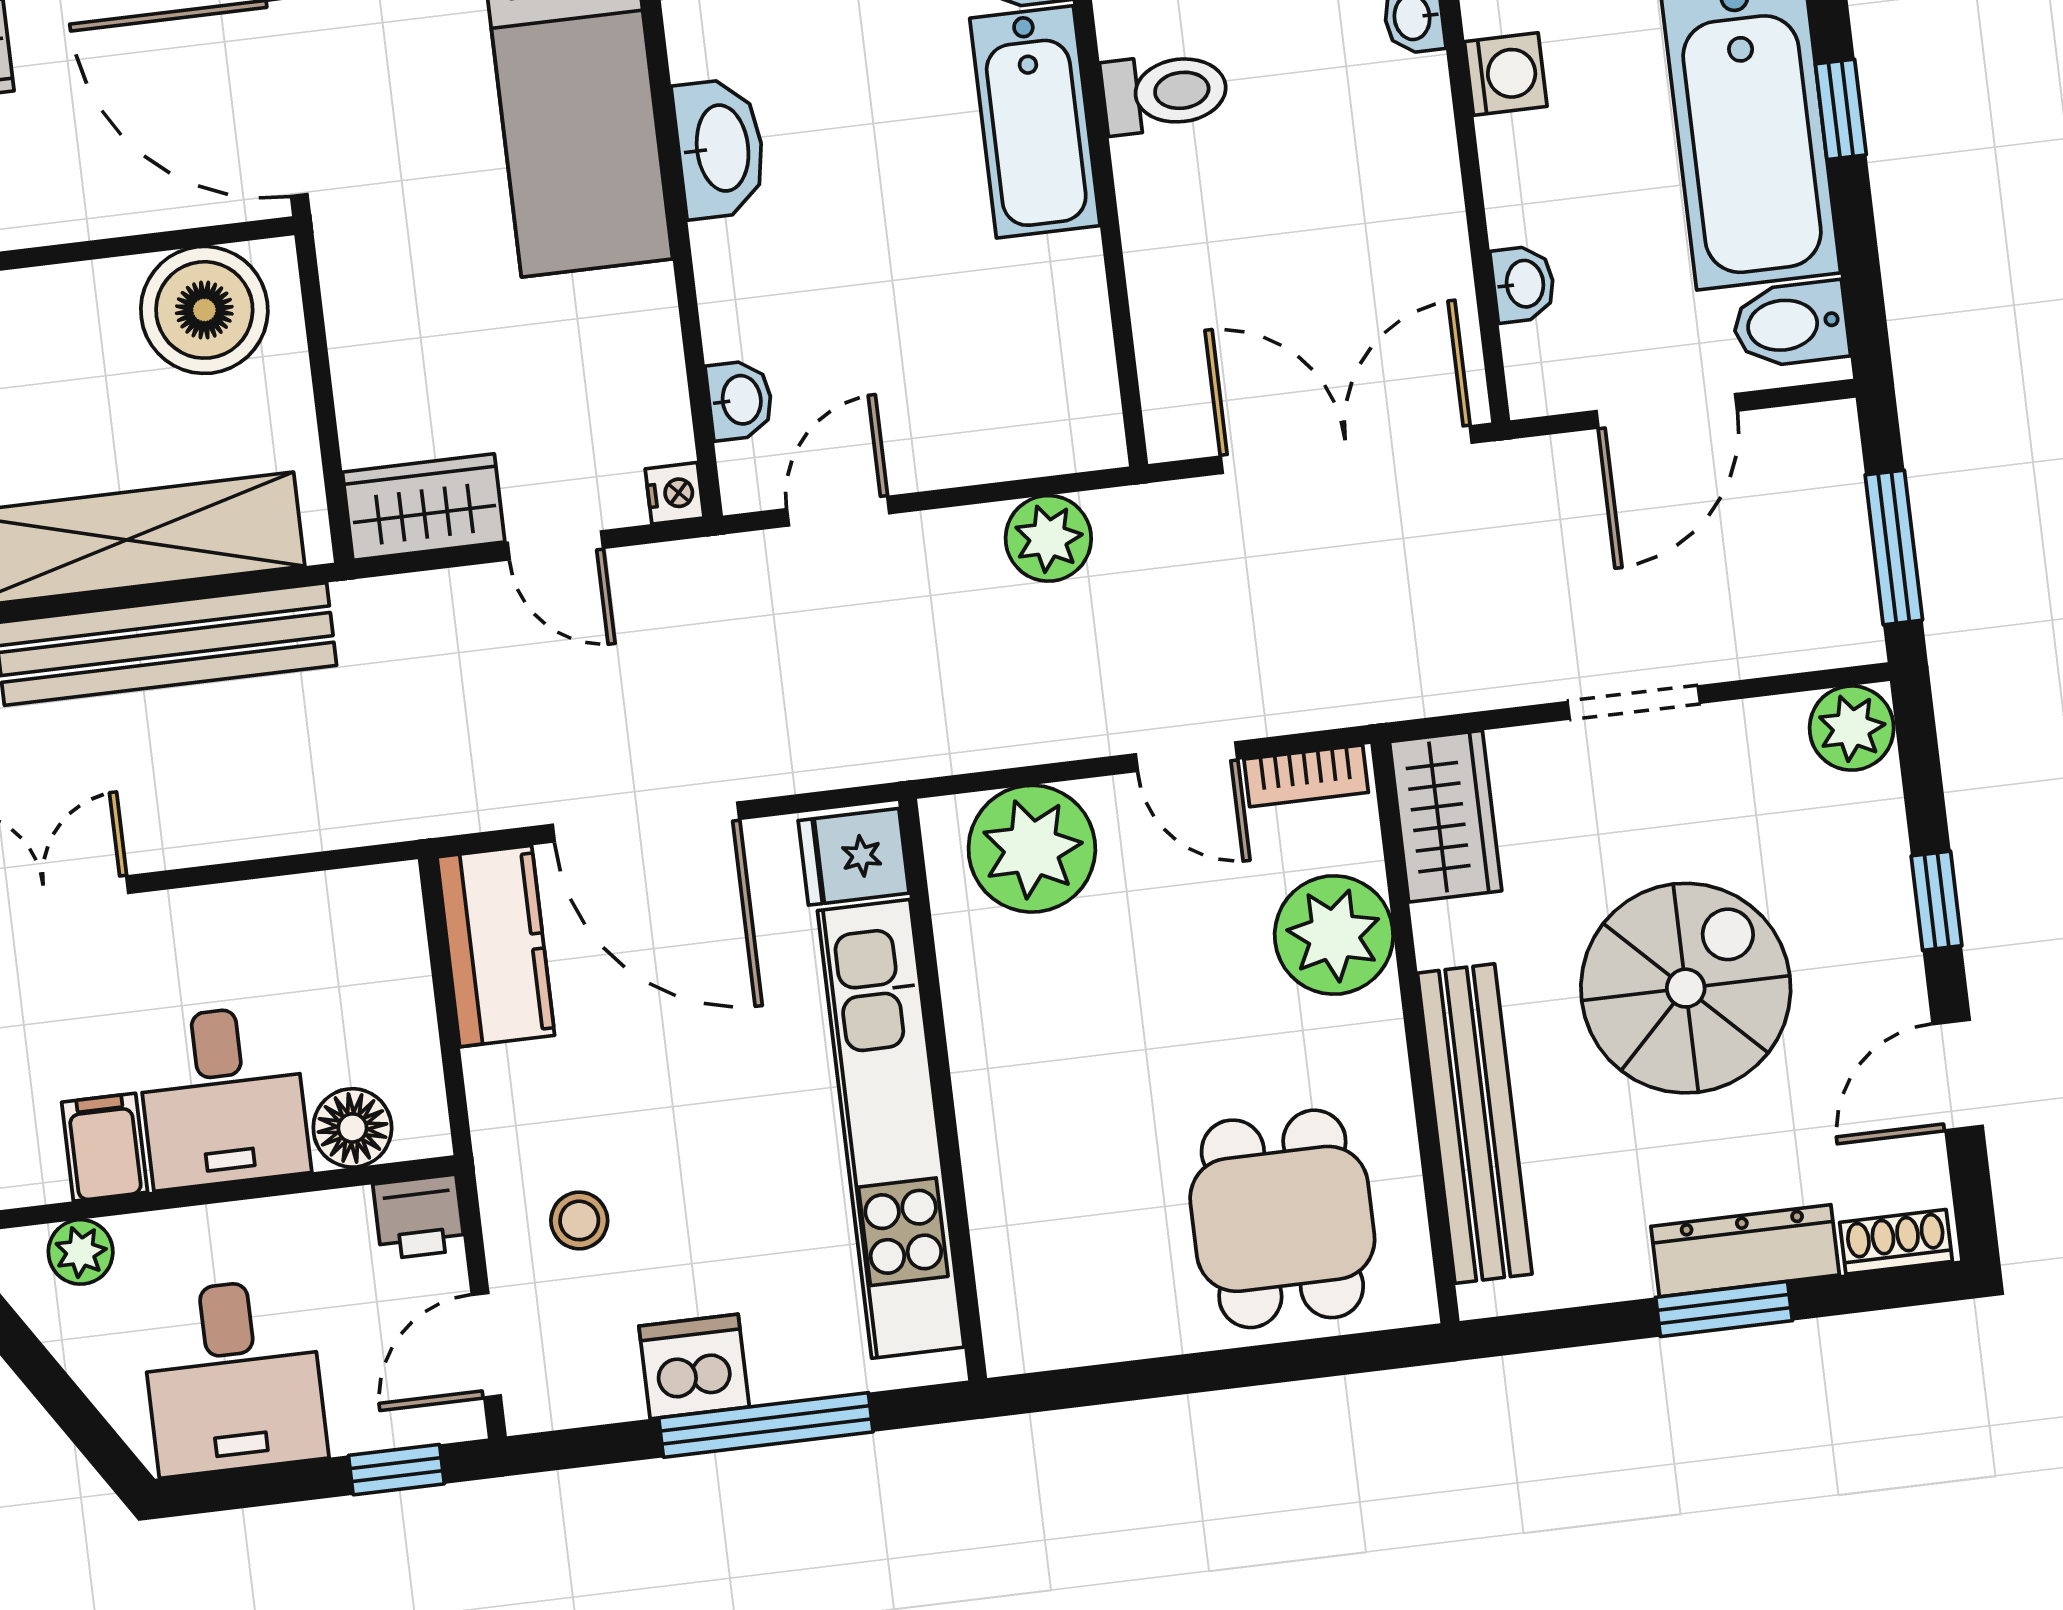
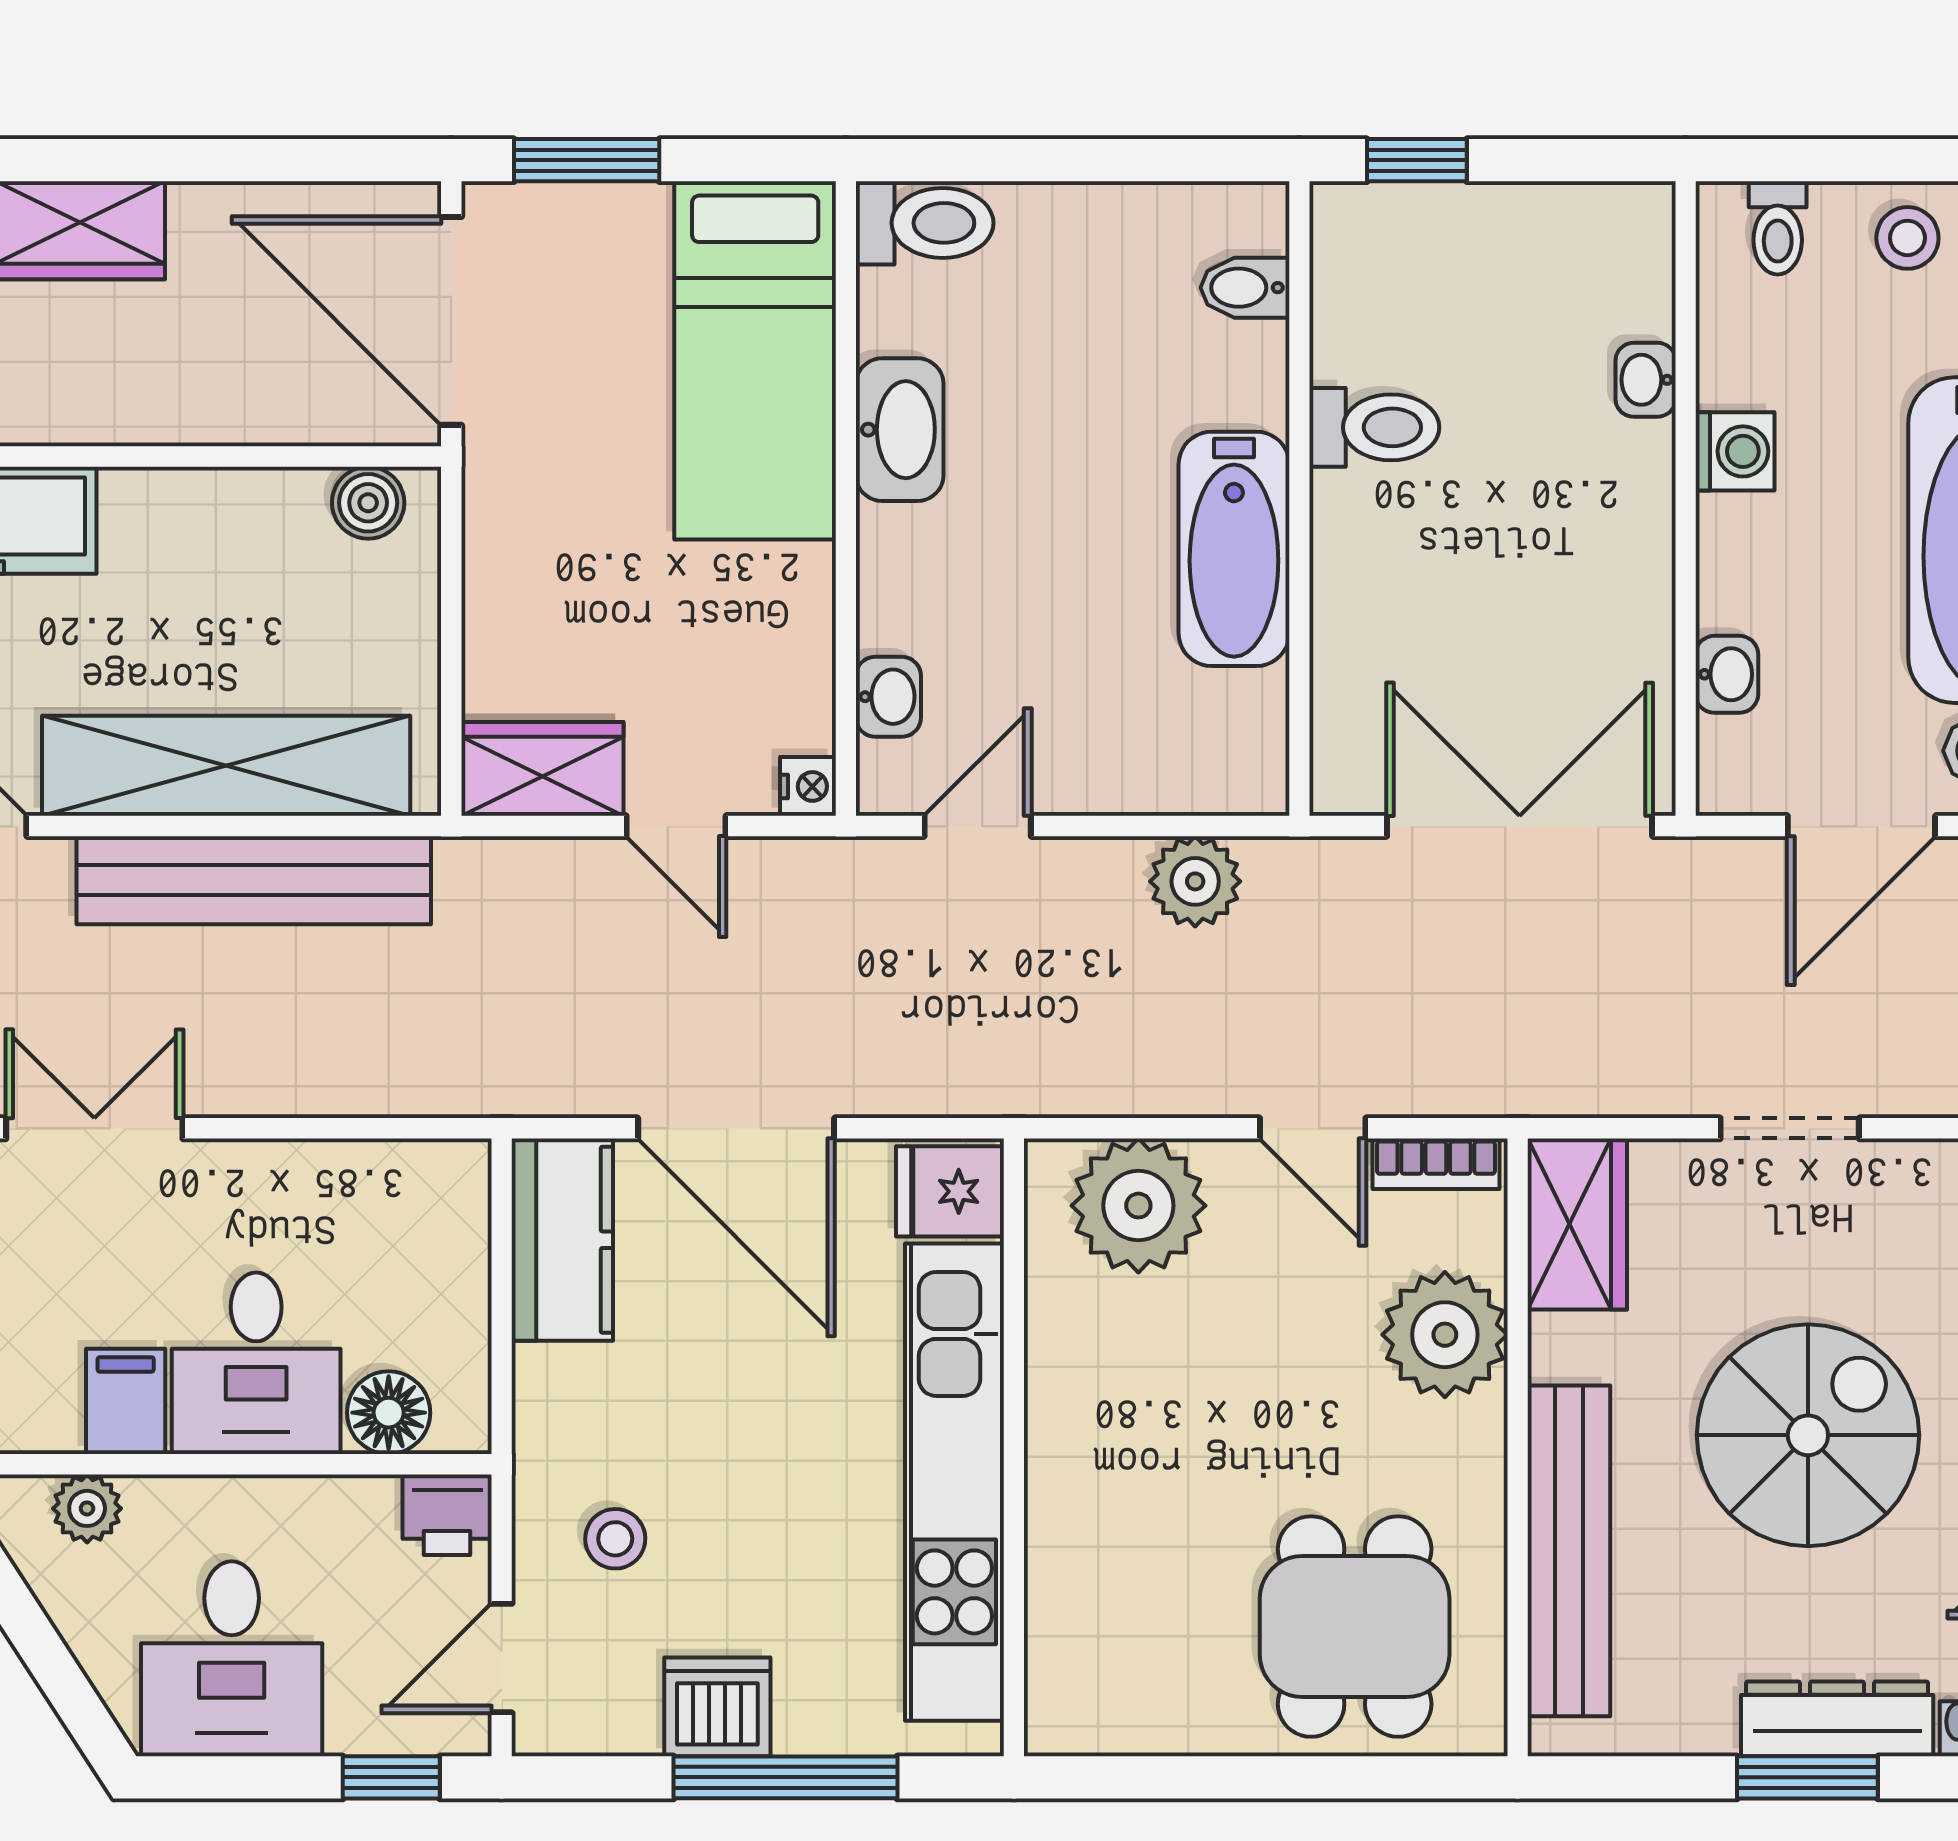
bathtub: (1035, 122) -> (1234, 549), moved
boiler: (204, 310) -> (368, 503), width x0.54, depth x0.54

